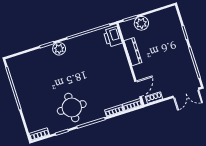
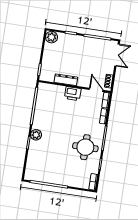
plant: (141, 23) -> (51, 37), moved
printer: (113, 37) -> (73, 94), moved

